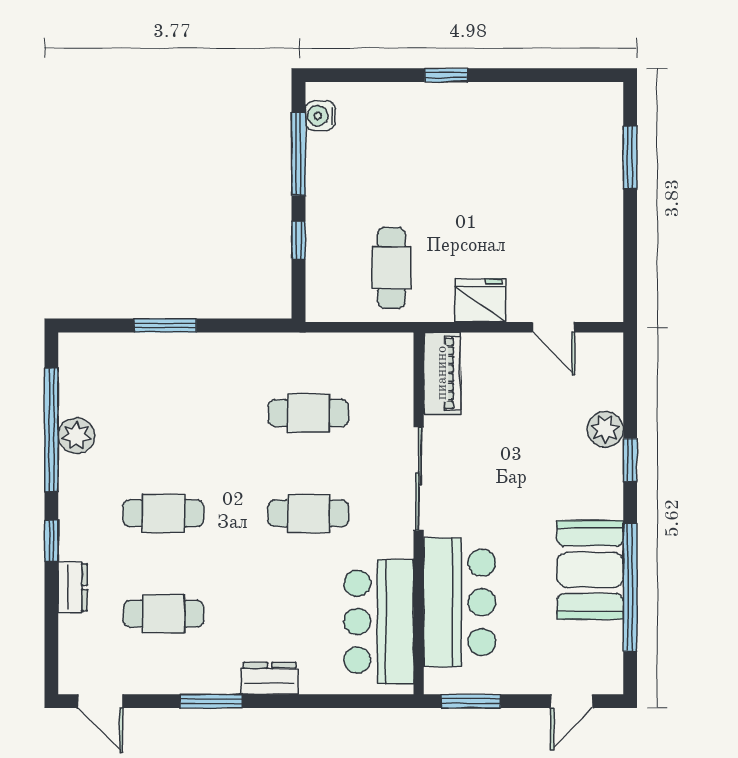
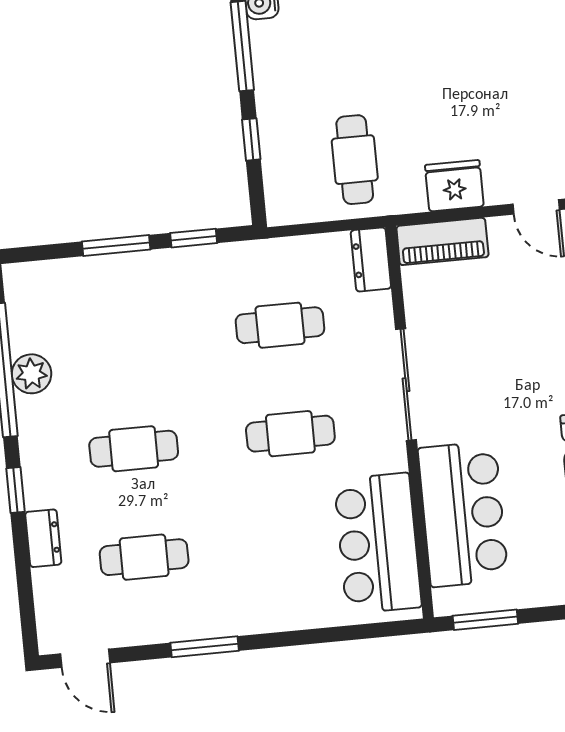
window: (237, 326) -> (194, 238), added
piano: (442, 373) -> (442, 241), moved, turned 90
dresser: (270, 678) -> (371, 259), moved, turned -90

